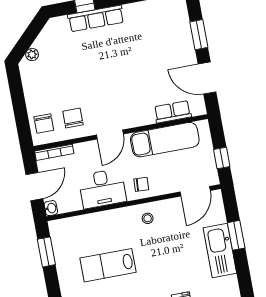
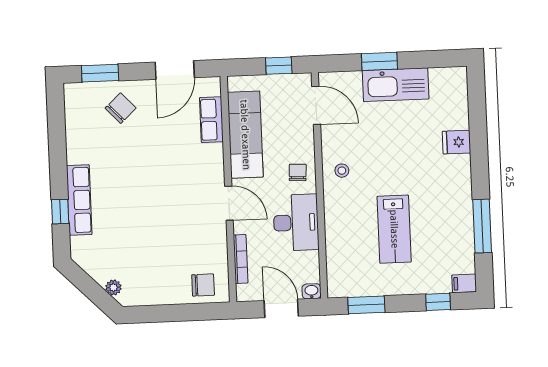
window: (199, 35) -> (100, 73), moved
chair: (73, 118) -> (121, 108), moved, turned 137
bookcase: (54, 152) -> (241, 259), moved

